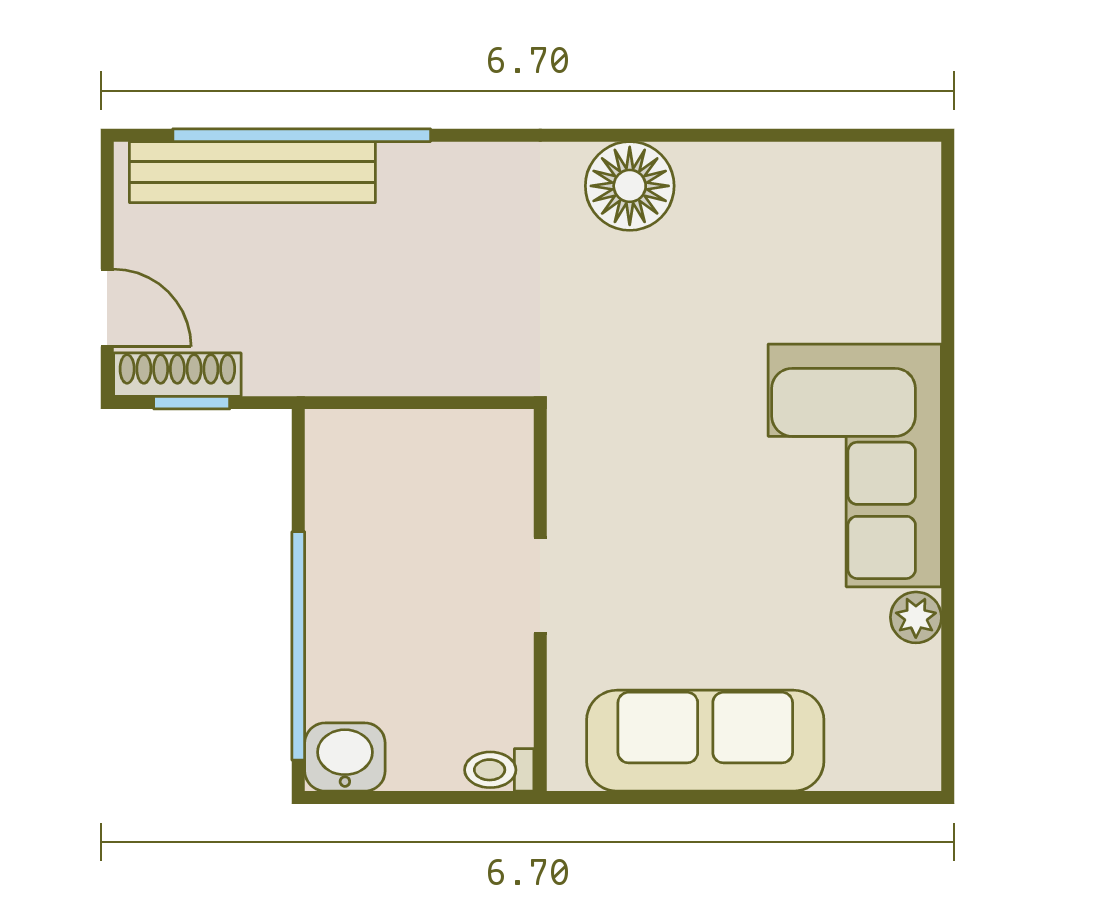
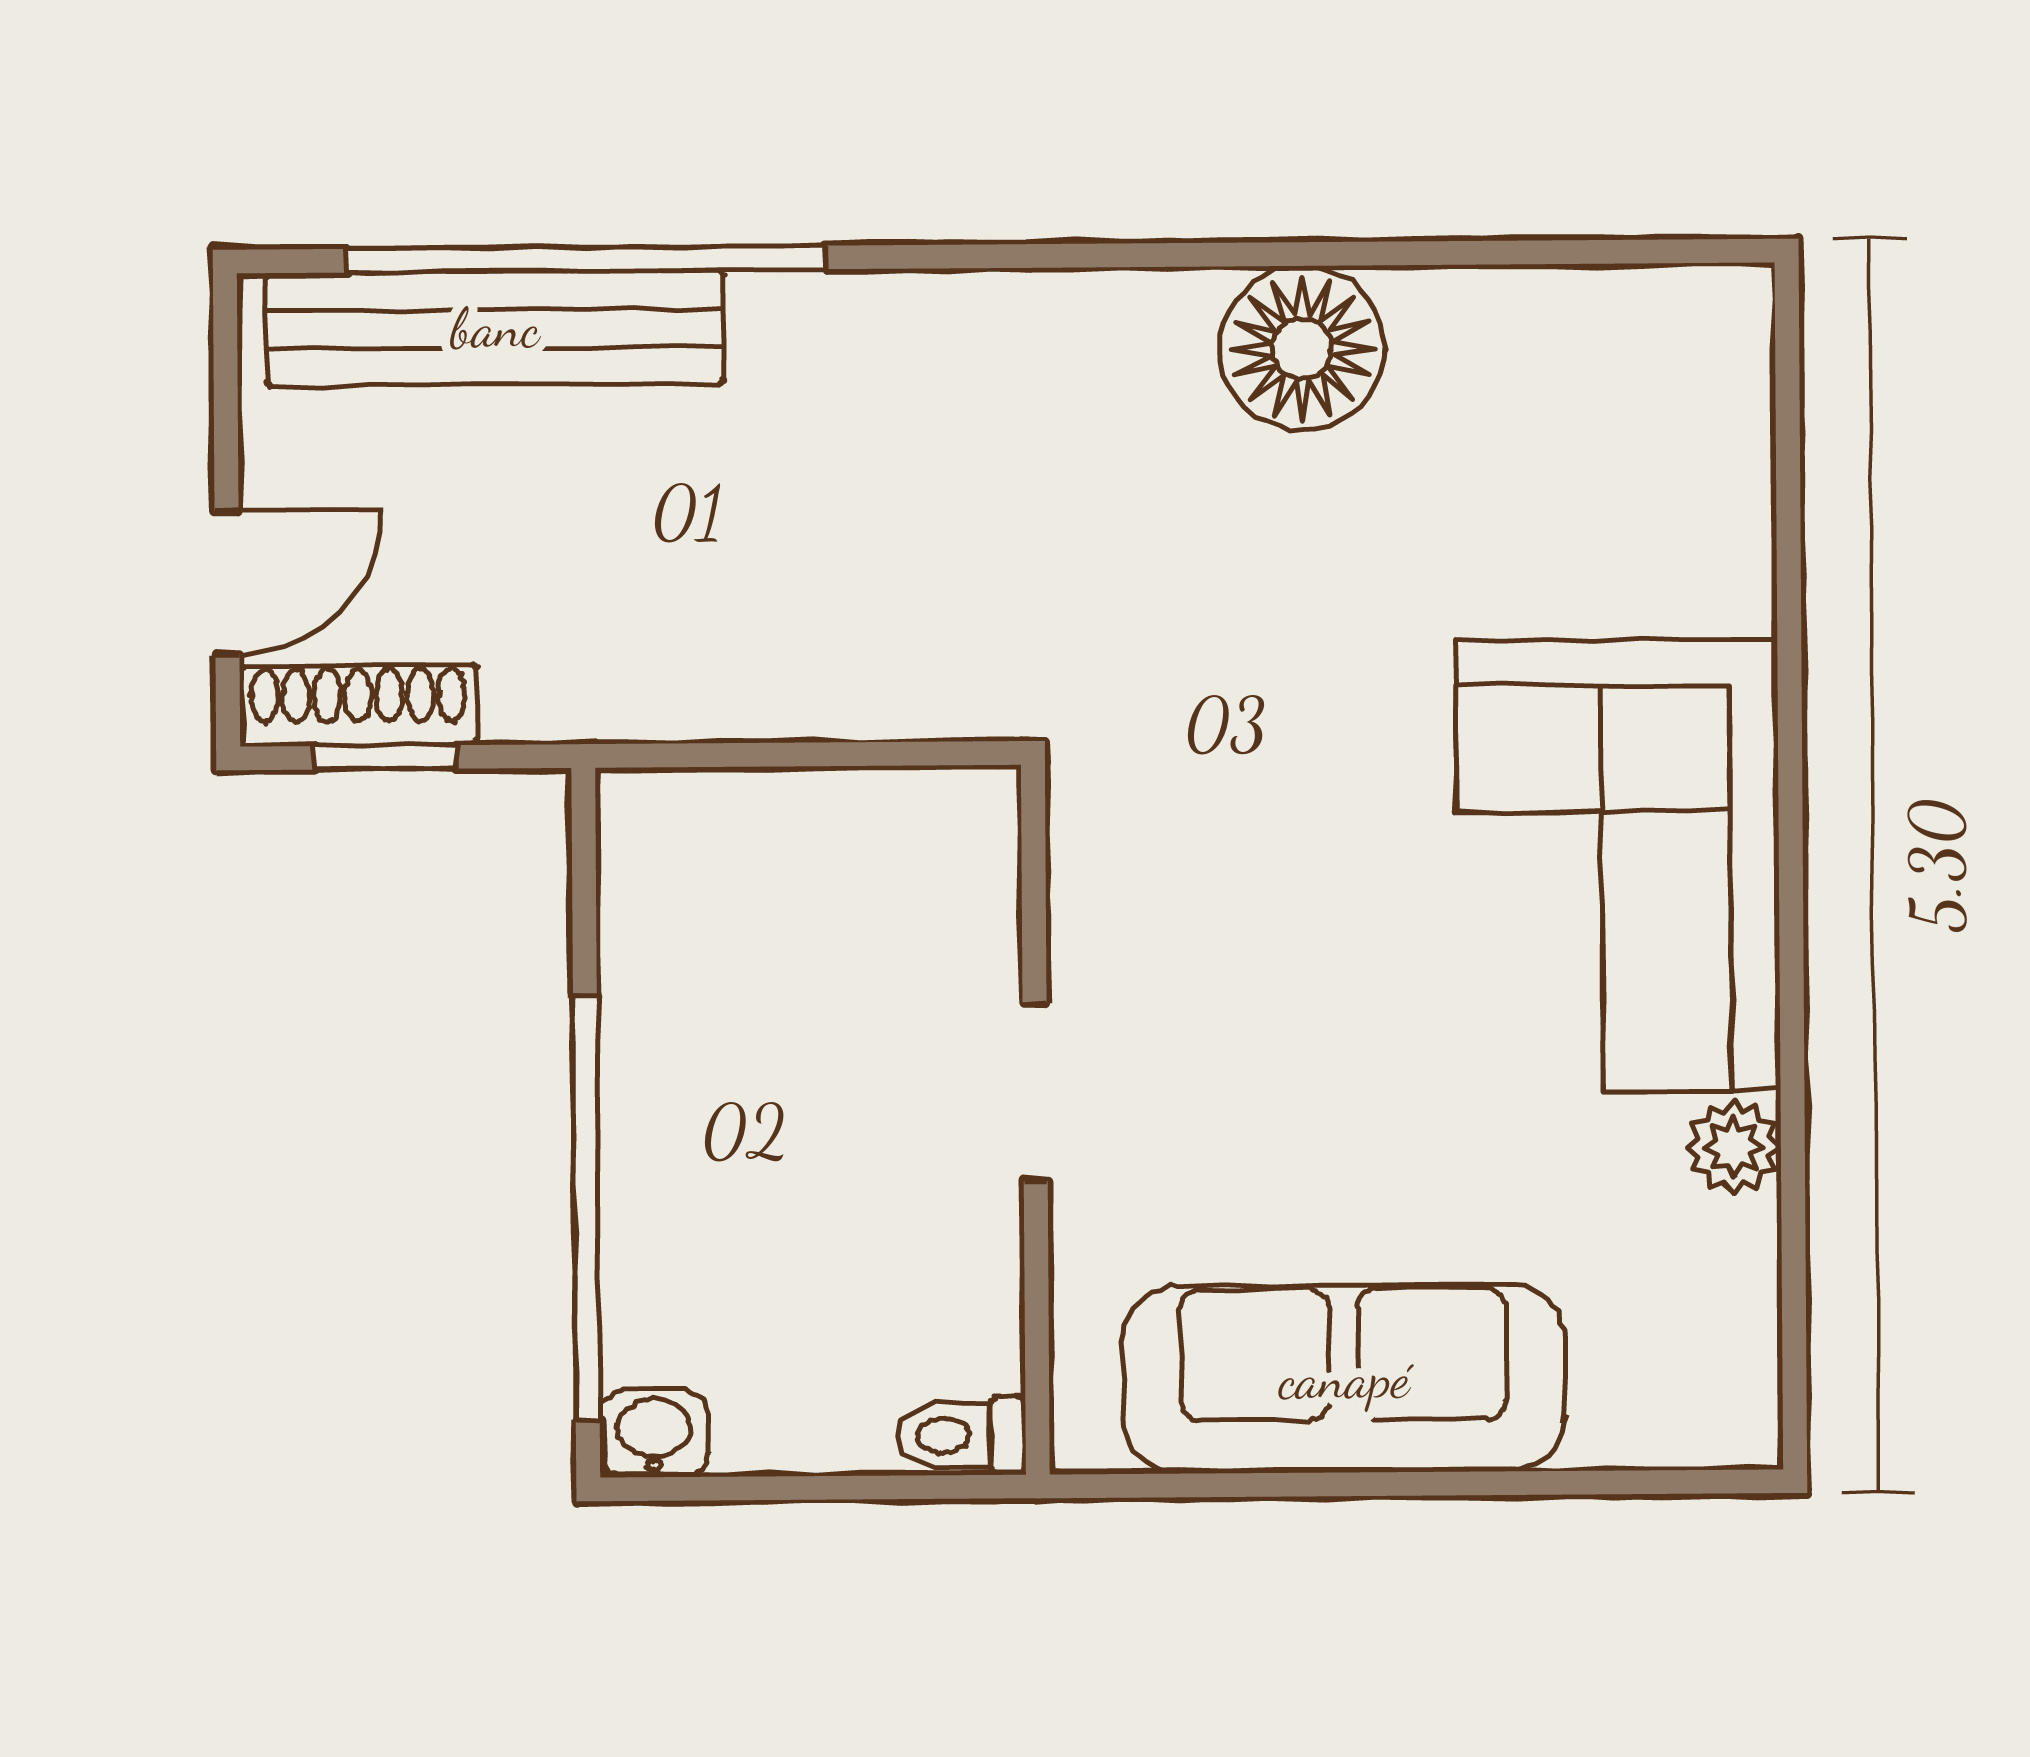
floor lamp: (630, 186) -> (1302, 348), moved
door: (107, 308) -> (227, 582), hinge flipped
washbasin: (345, 757) -> (654, 1433), width x0.72, depth x0.69

